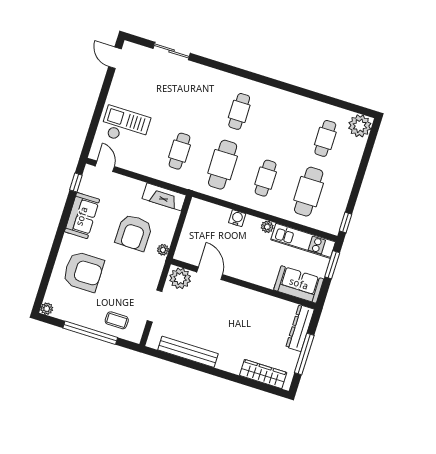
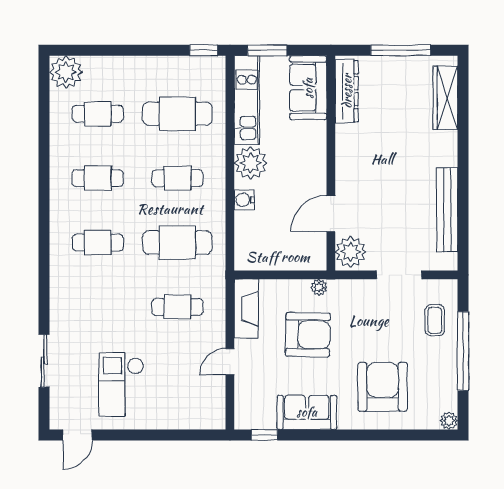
cafe table: (282, 125) -> (98, 178), added
checkout: (125, 126) -> (121, 384), moved
door: (105, 166) -> (230, 362), moved
plant: (267, 227) -> (251, 163), width x1.88, depth x1.88
dresser: (300, 328) -> (347, 91), moved, turned -90

